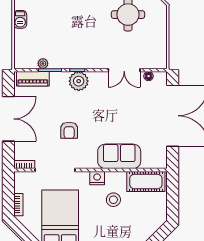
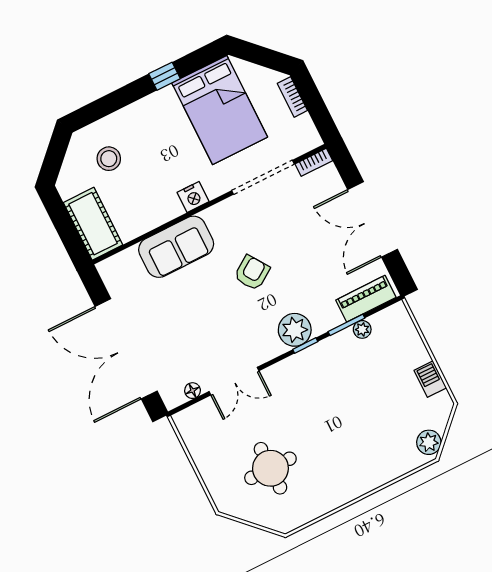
double door: (124, 70) -> (234, 381), swing flipped
armchair: (69, 130) -> (252, 273), moved, turned 56
cot: (146, 182) -> (93, 224), moved, turned 90
stool: (113, 200) -> (109, 159), moved

